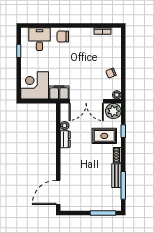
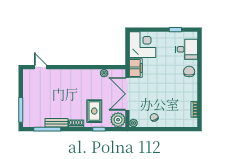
dresser: (65, 139) -> (91, 74), removed
door: (58, 192) -> (41, 67), width x0.53

